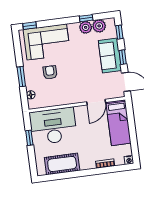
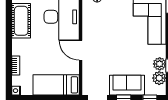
armchair: (50, 72) -> (118, 21), removed
door: (96, 102) -> (81, 50), moved

